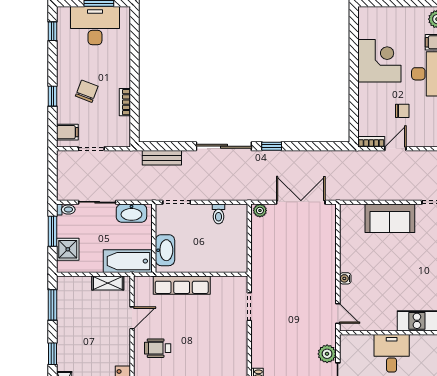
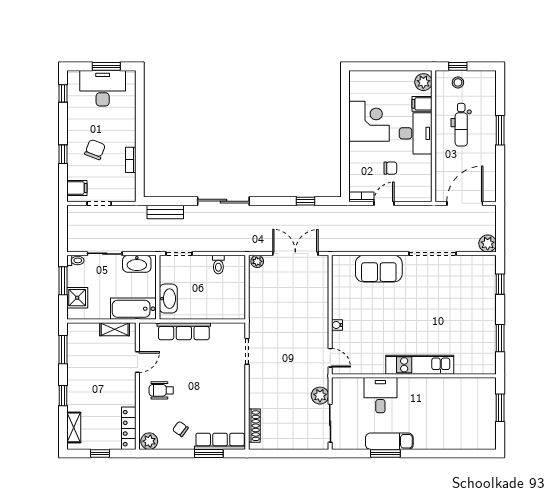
window: (272, 146) -> (306, 201), moved

